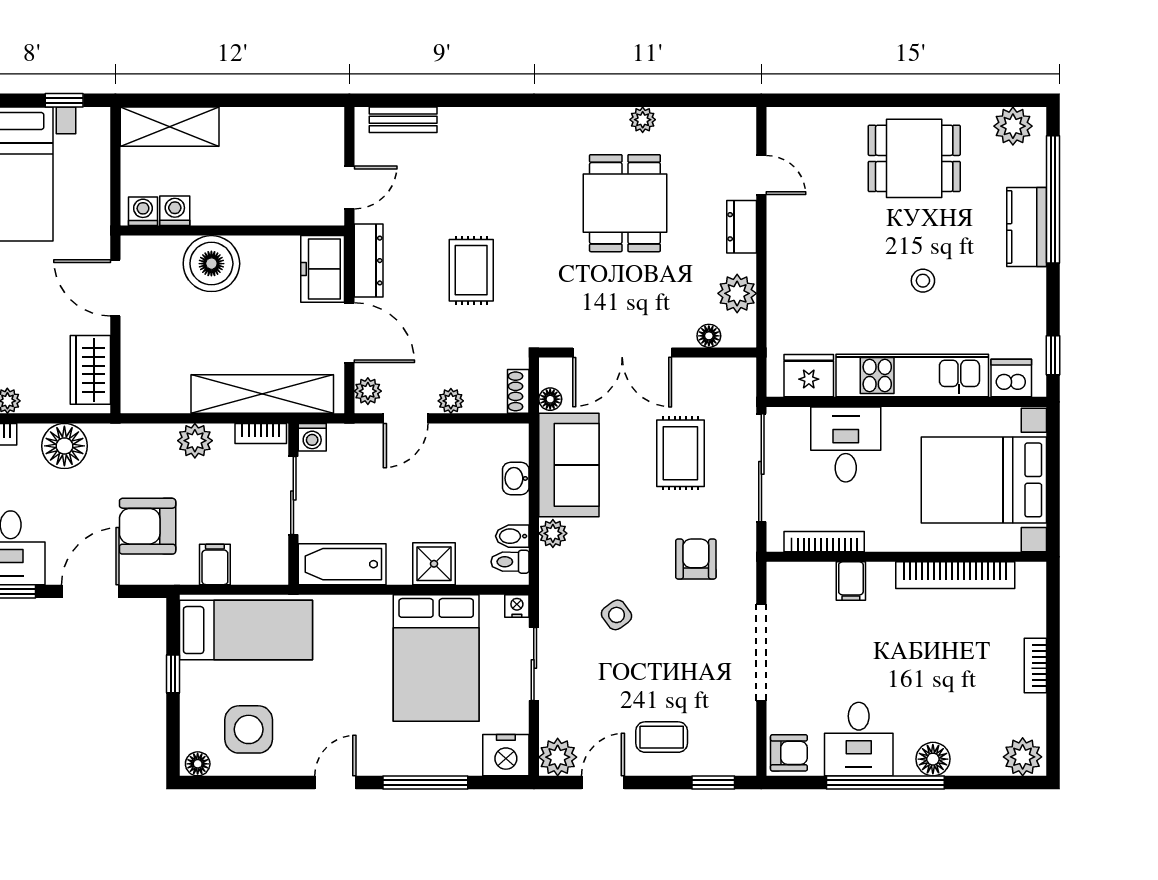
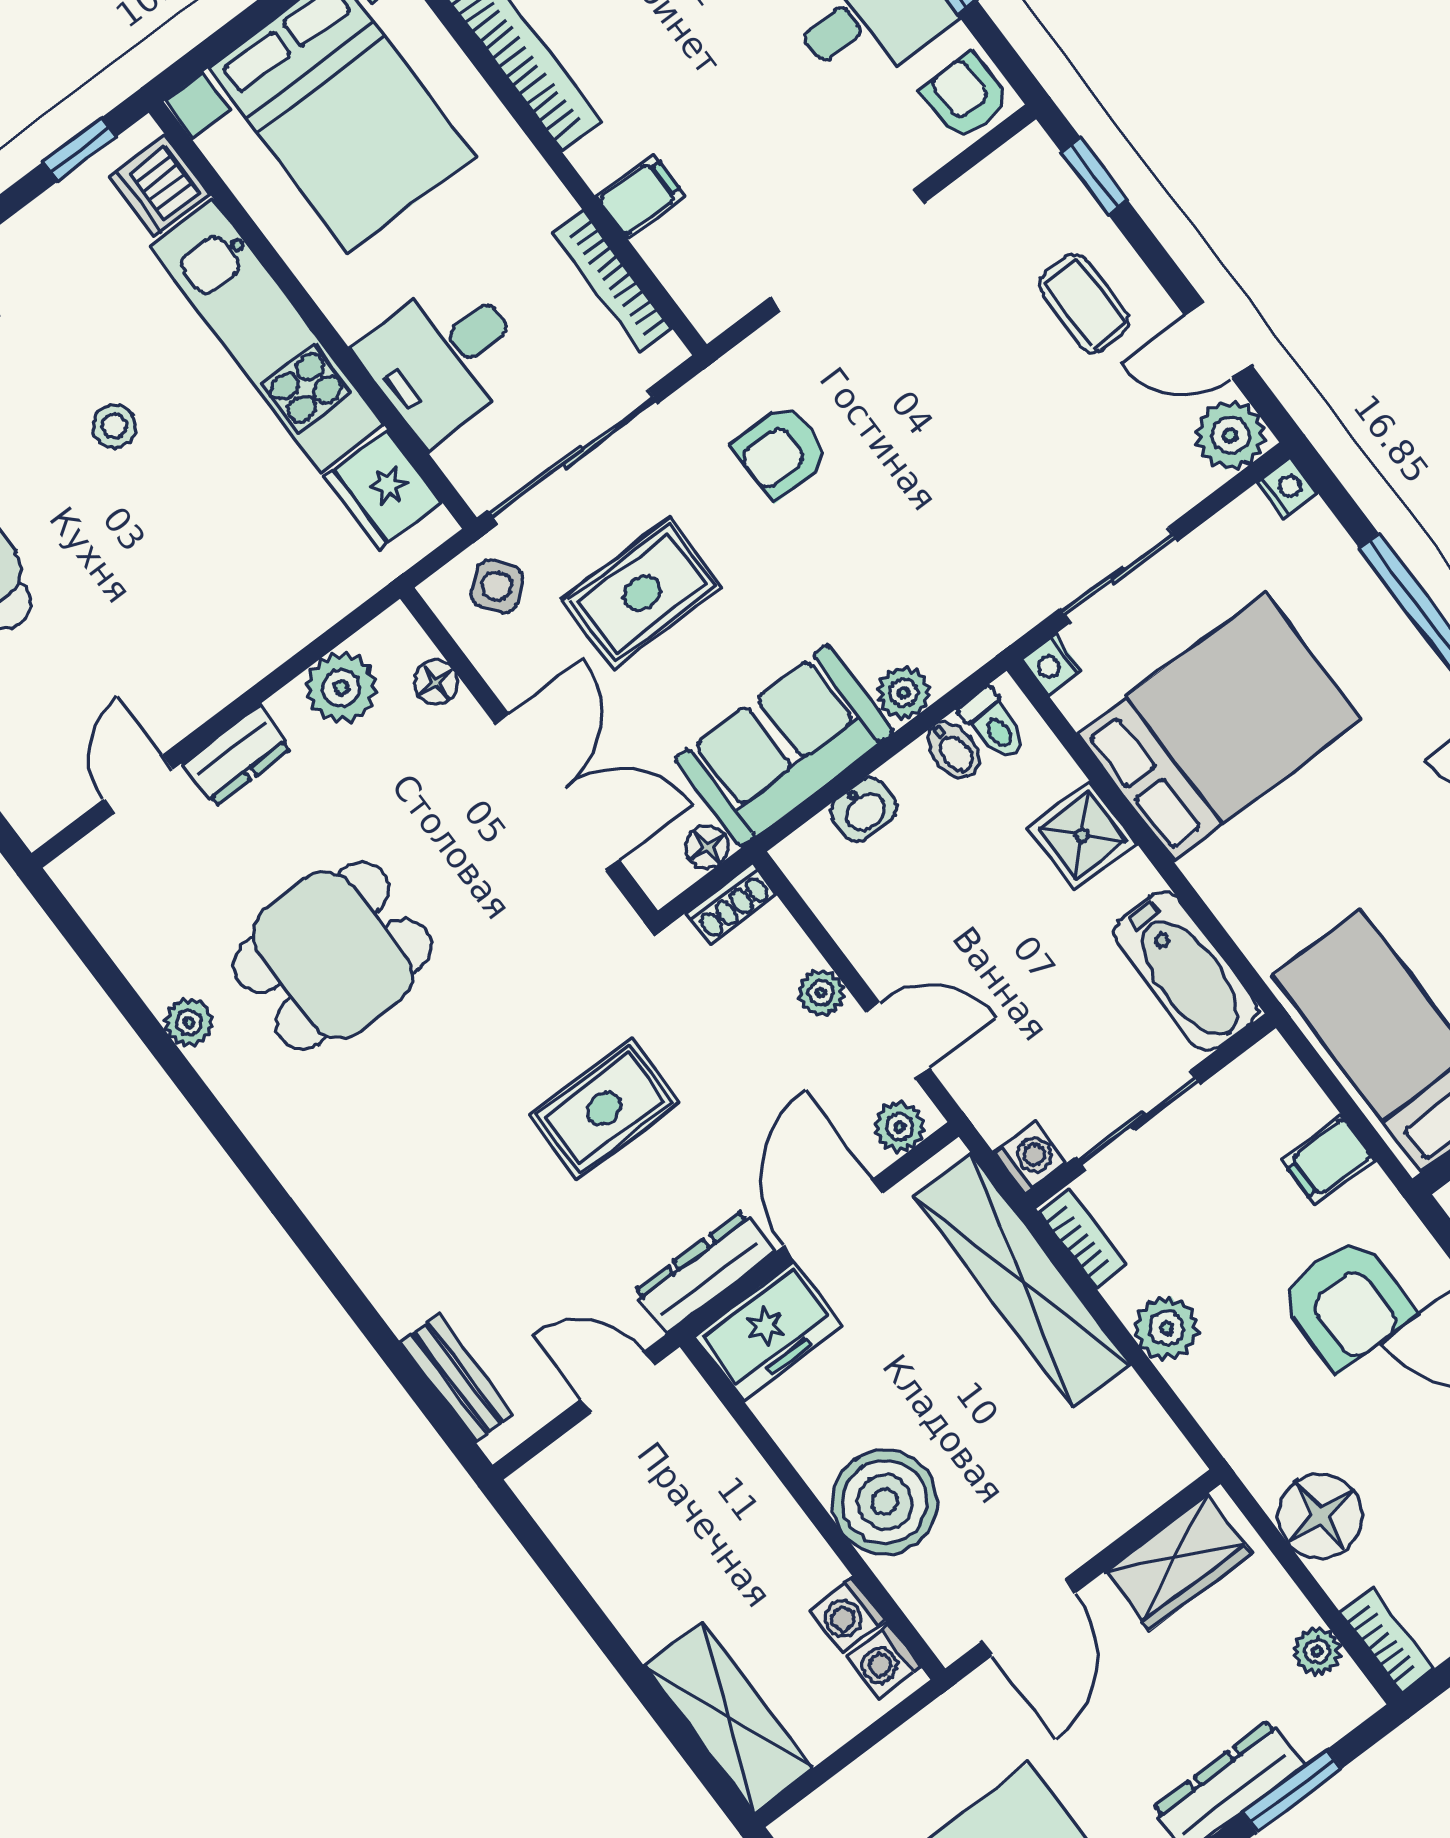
side table: (617, 615) -> (497, 586), moved
nightstand: (506, 755) -> (1287, 488), width x0.53, depth x0.56

